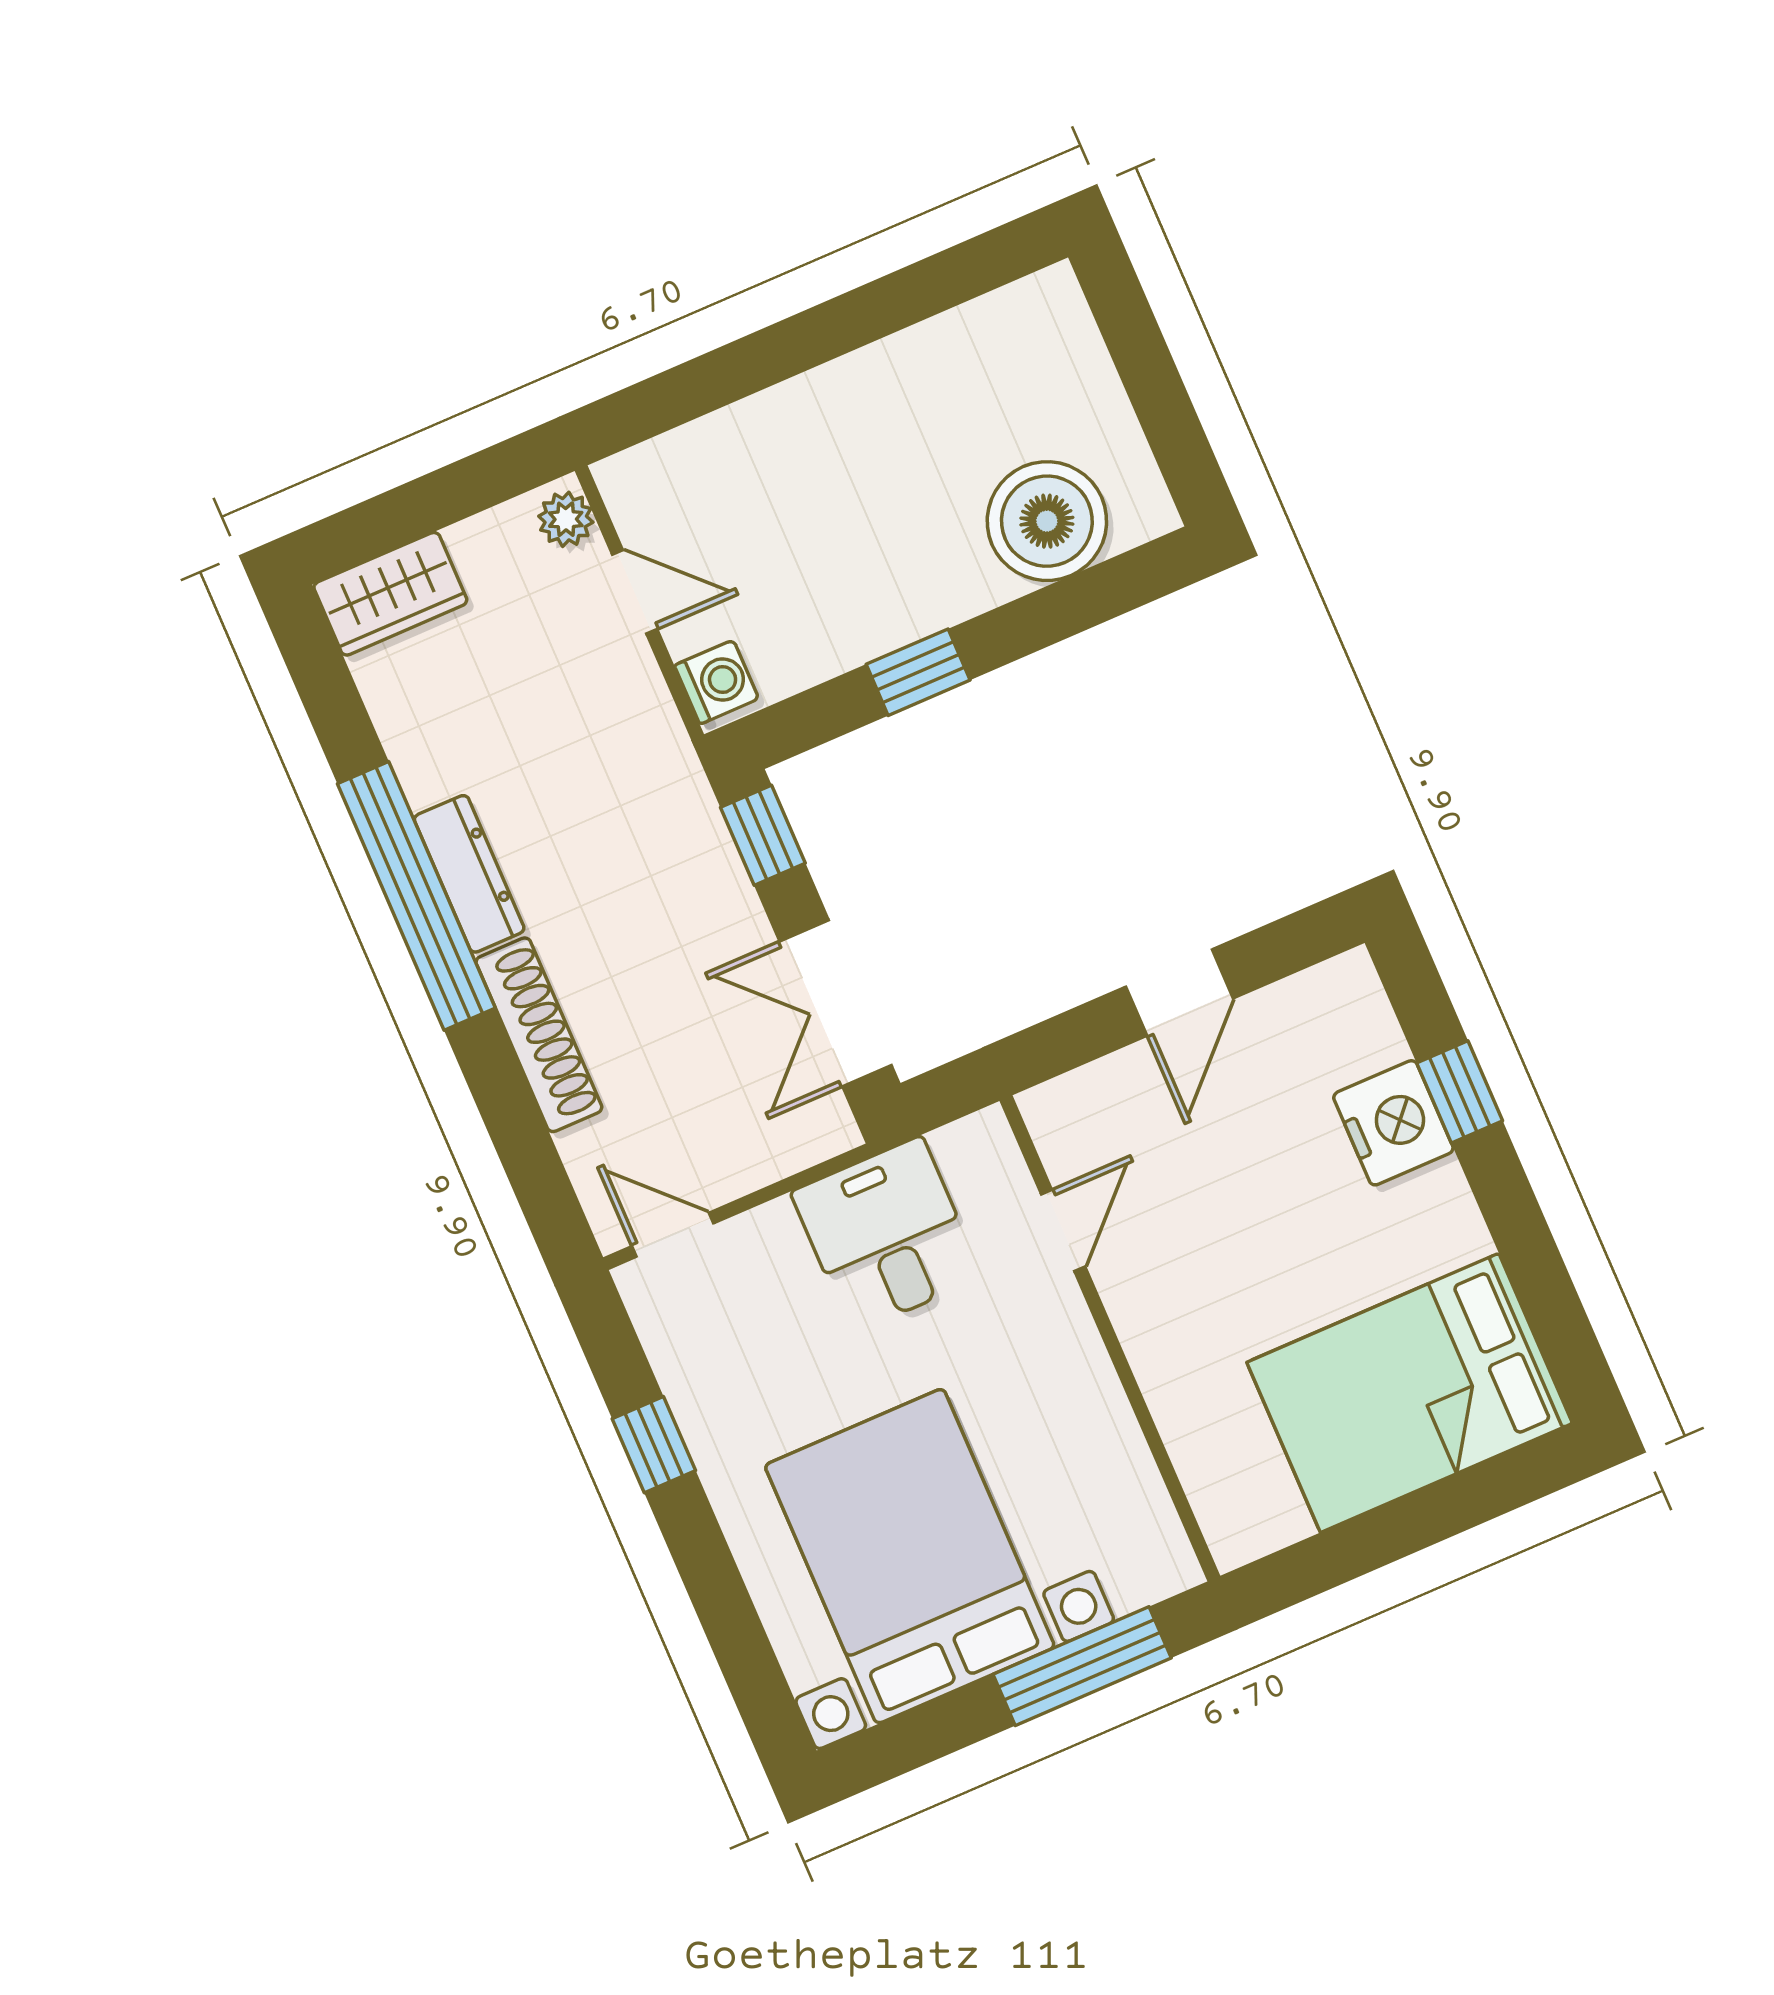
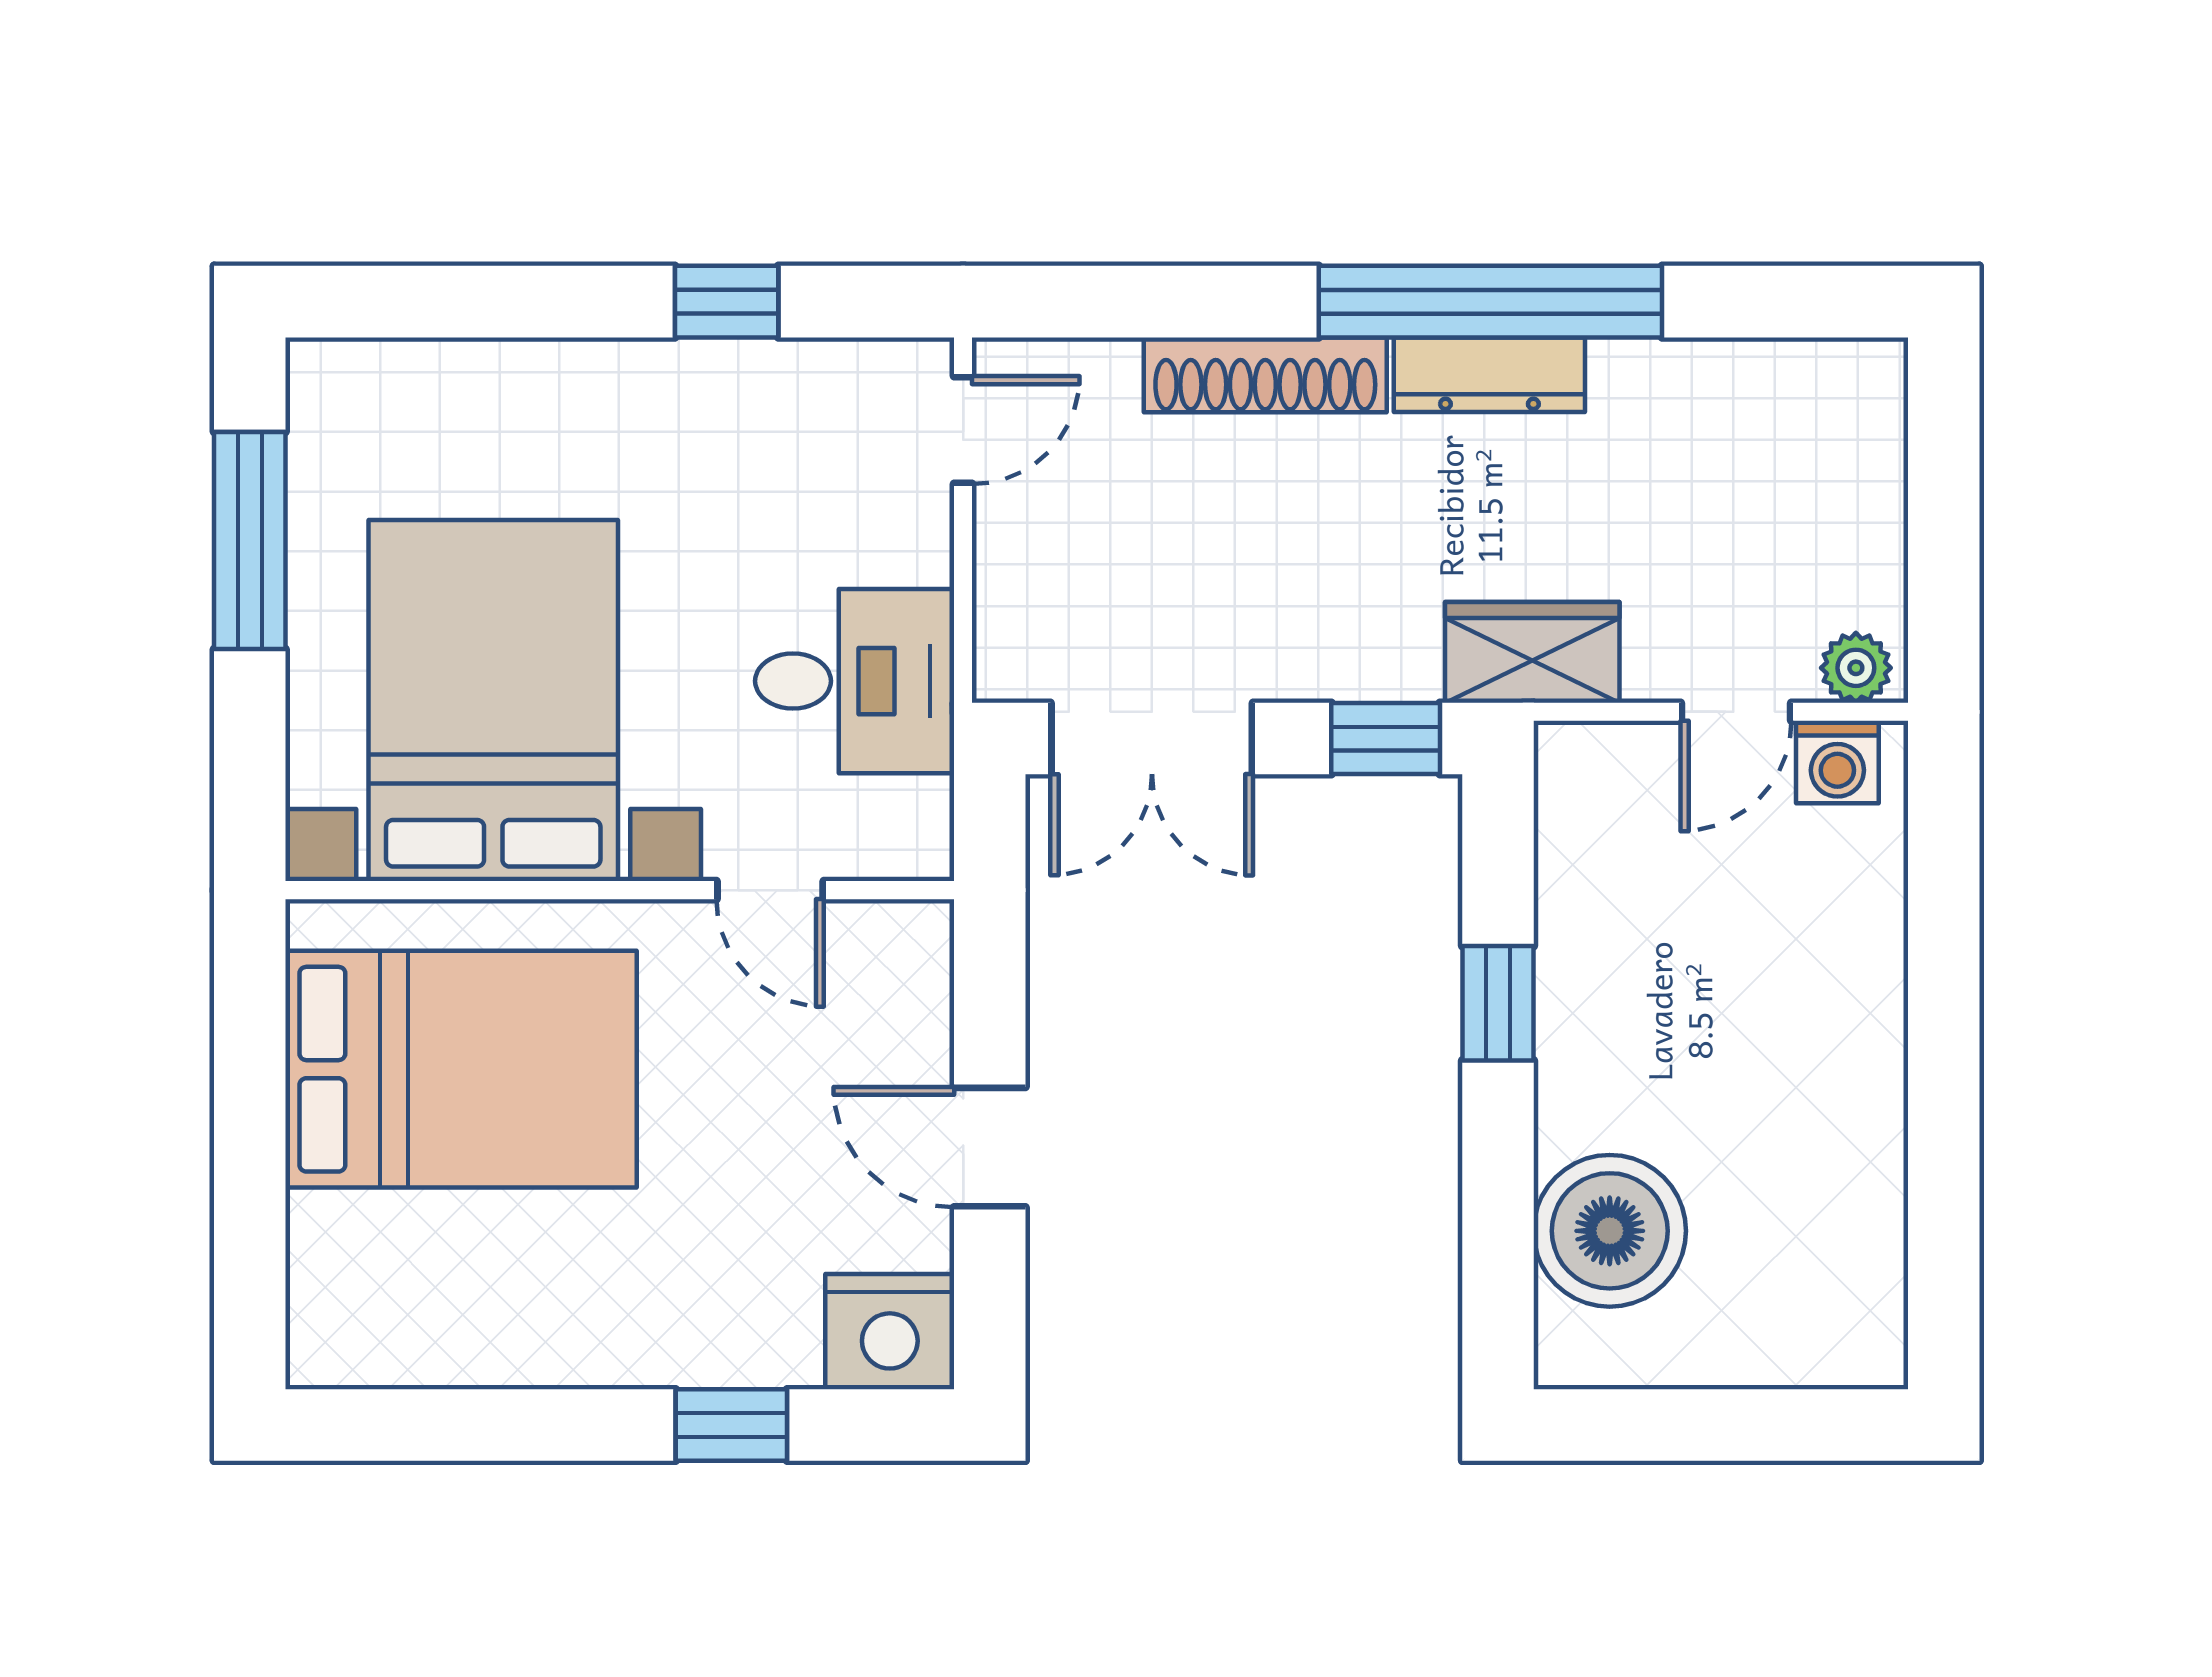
wardrobe: (390, 594) -> (1532, 652), moved, turned 90
washing machine: (717, 682) -> (1837, 762), moved
double door: (836, 1003) -> (1152, 739), swing flipped
nightstand: (1393, 1123) -> (890, 1332), moved
bed: (1410, 1393) -> (461, 1069), moved, turned 90
bed with nightstands: (910, 1556) -> (493, 701), moved, turned -90
window: (1082, 1666) -> (250, 540), moved

